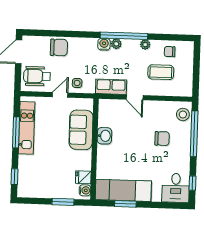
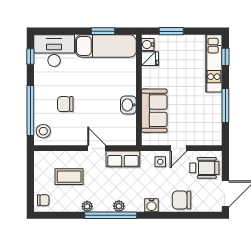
water cooler: (104, 44) -> (152, 205), moved
chair: (170, 52) -> (43, 200), moved
kitchen unit: (27, 128) -> (214, 63), moved
desk: (176, 188) -> (54, 51), width x1.37

